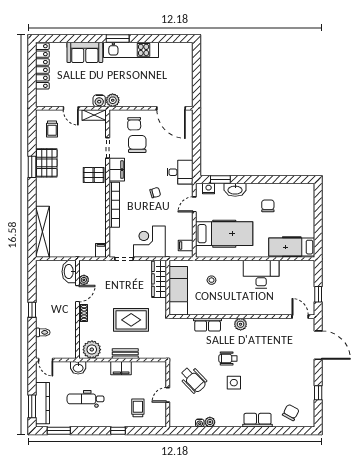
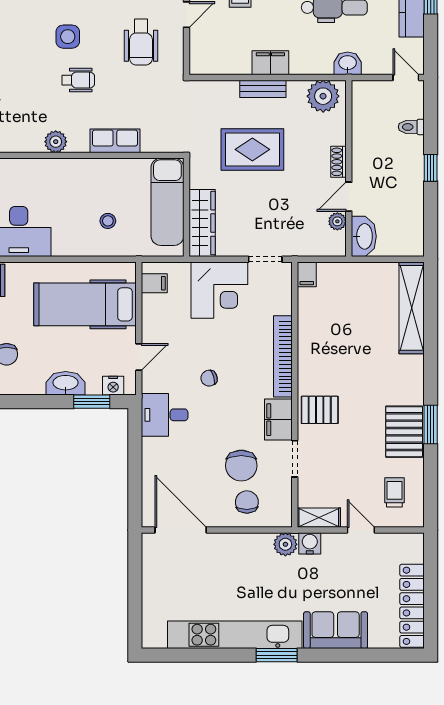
kitchen unit: (131, 50) -> (235, 635), width x1.36
wheelchair: (193, 380) -> (141, 42), turned -136

